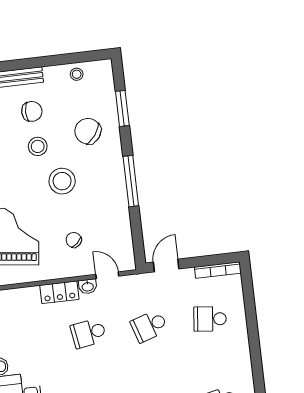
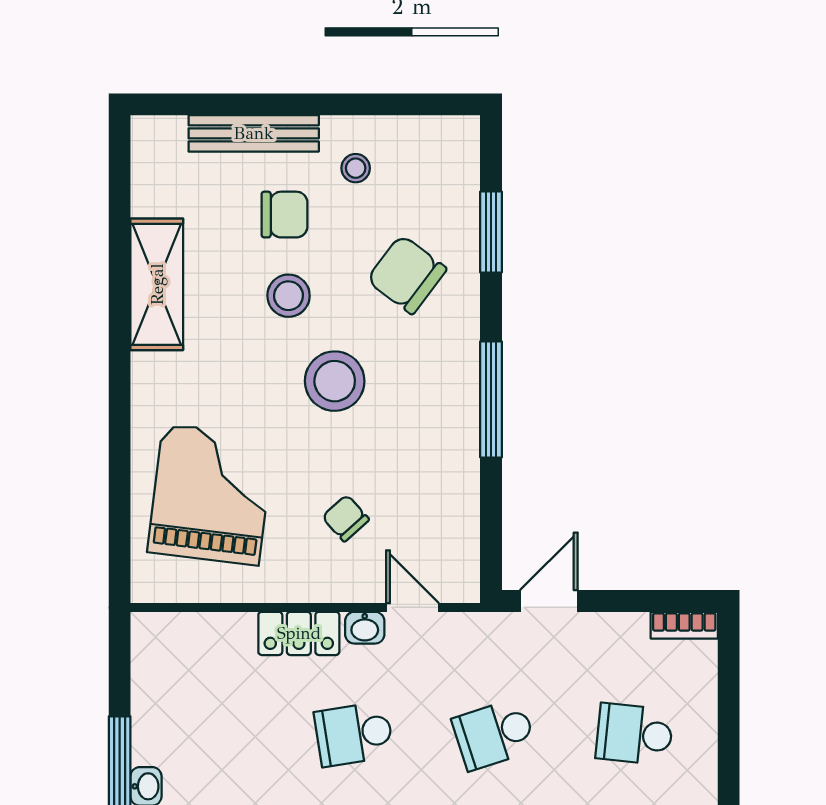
stool: (77, 74) -> (356, 168), moved
bookcase: (218, 270) -> (684, 625), width x0.64

